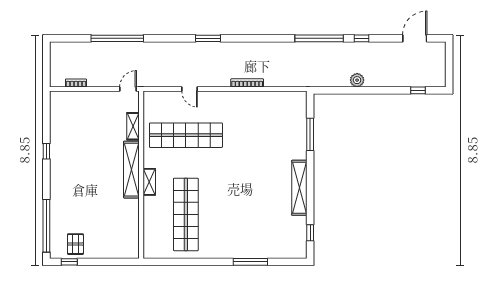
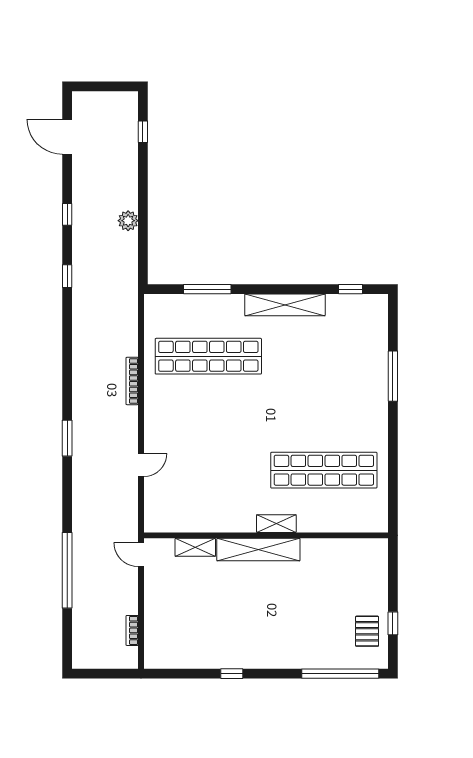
window: (319, 38) -> (67, 276), width x0.32
shop shelf: (186, 135) -> (208, 356), moved, turned 90
pallet: (75, 244) -> (367, 631), turned 90
window: (69, 262) -> (393, 623), moved

